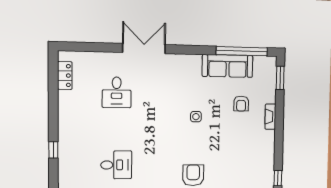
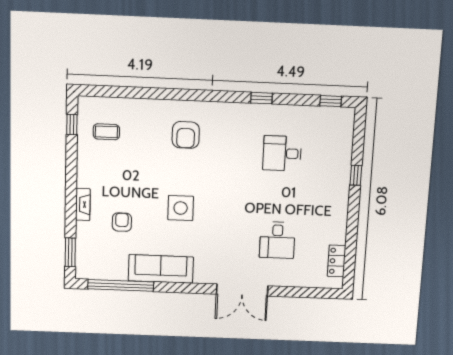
sofa: (228, 66) -> (161, 269), moved
desk: (117, 92) -> (277, 240), turned 180
side table: (196, 117) -> (181, 208), width x1.87, depth x1.87
coffee table: (253, 174) -> (106, 132), added

